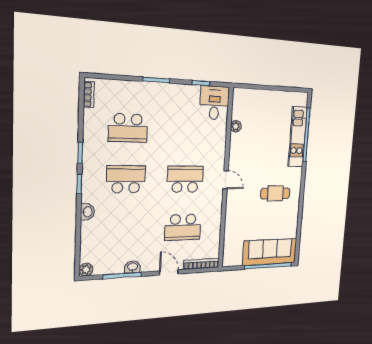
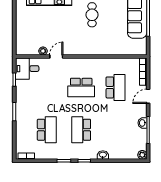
school desk: (185, 179) -> (81, 87), turned -90
door: (226, 180) -> (56, 56), moved

